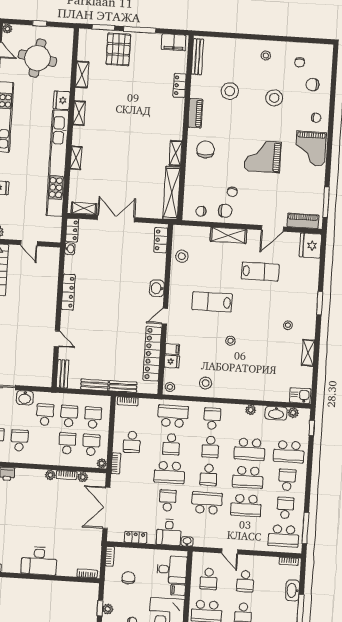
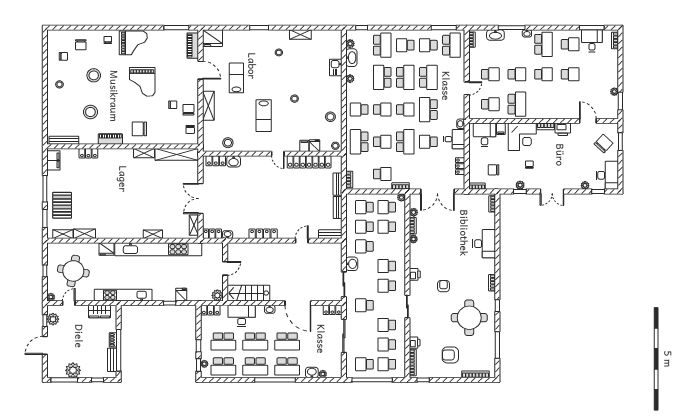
pallet: (118, 49) -> (62, 205), turned 90
shelving: (79, 113) -> (63, 234), moved
washbasin: (157, 288) -> (234, 161), moved
kitchen sink: (300, 396) -> (336, 67), moved
school desk: (250, 449) -> (382, 77), turned 180

